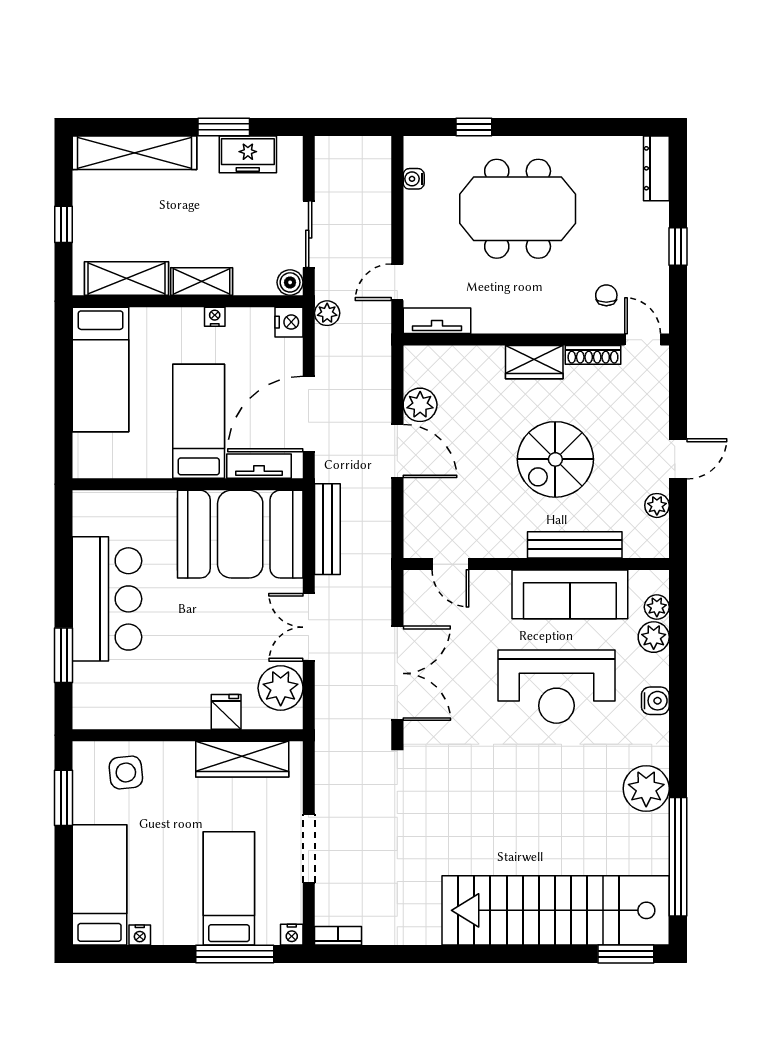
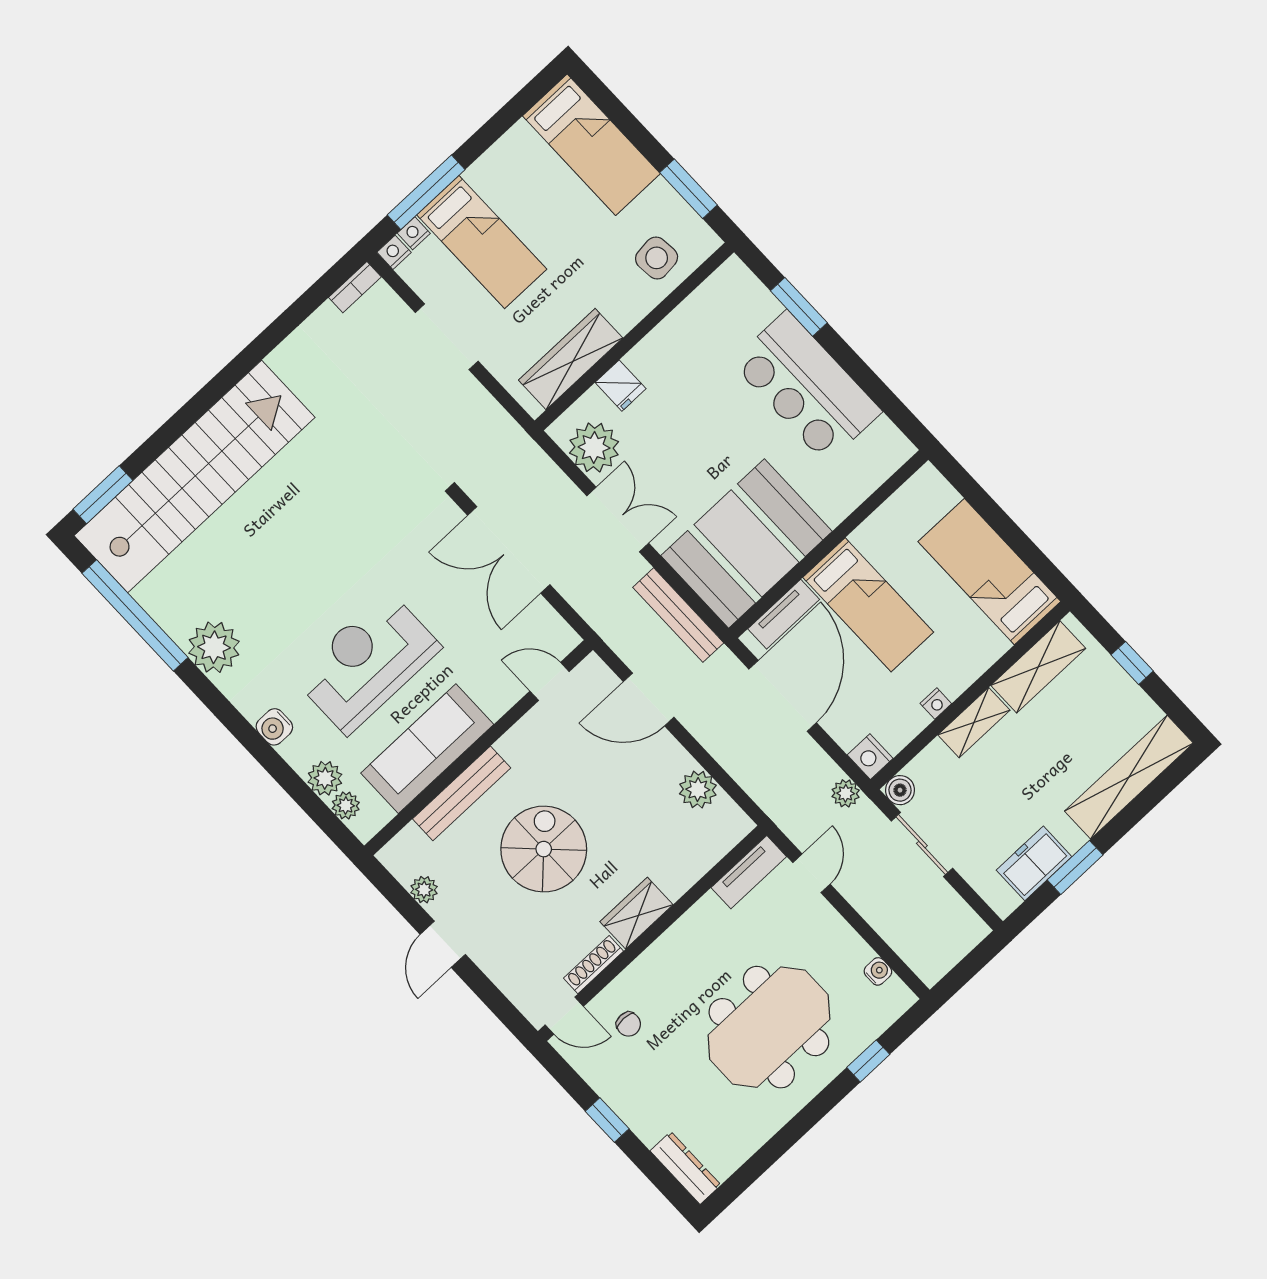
door: (397, 451) -> (649, 699), moved
nightstand: (140, 935) -> (414, 233), moved

